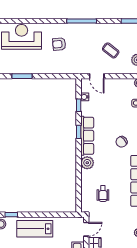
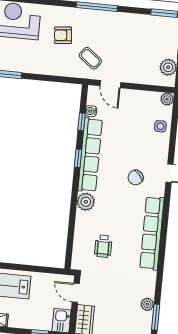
coffee table: (111, 50) -> (90, 58), moved
row of seats: (87, 136) -> (90, 155), width x1.36
door: (86, 229) -> (76, 293), swing flipped

